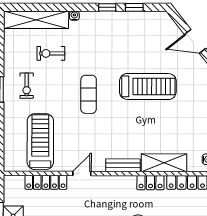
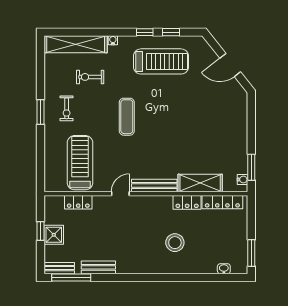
treadmill: (148, 86) -> (161, 61), moved
bench: (123, 165) -> (154, 186), width x1.36
locker: (46, 182) -> (78, 202), width x0.66

